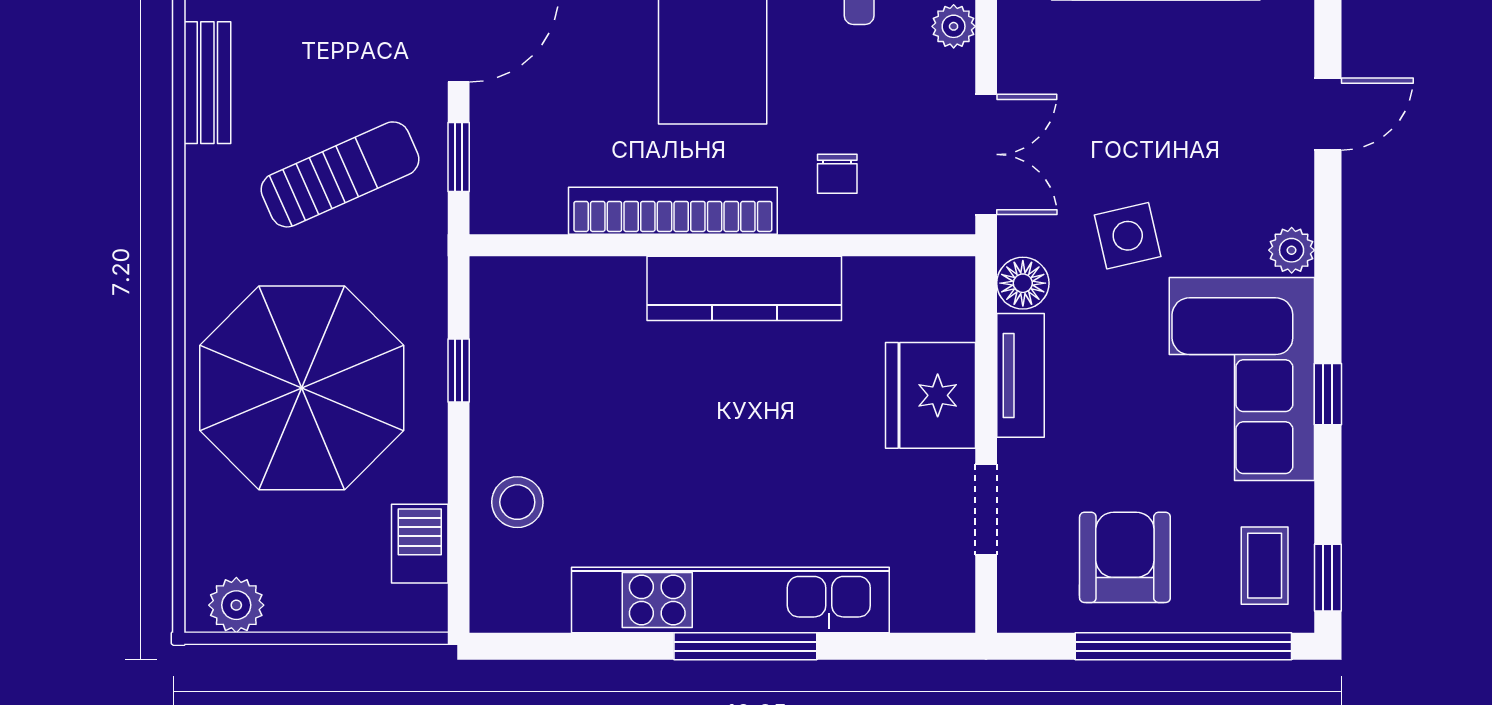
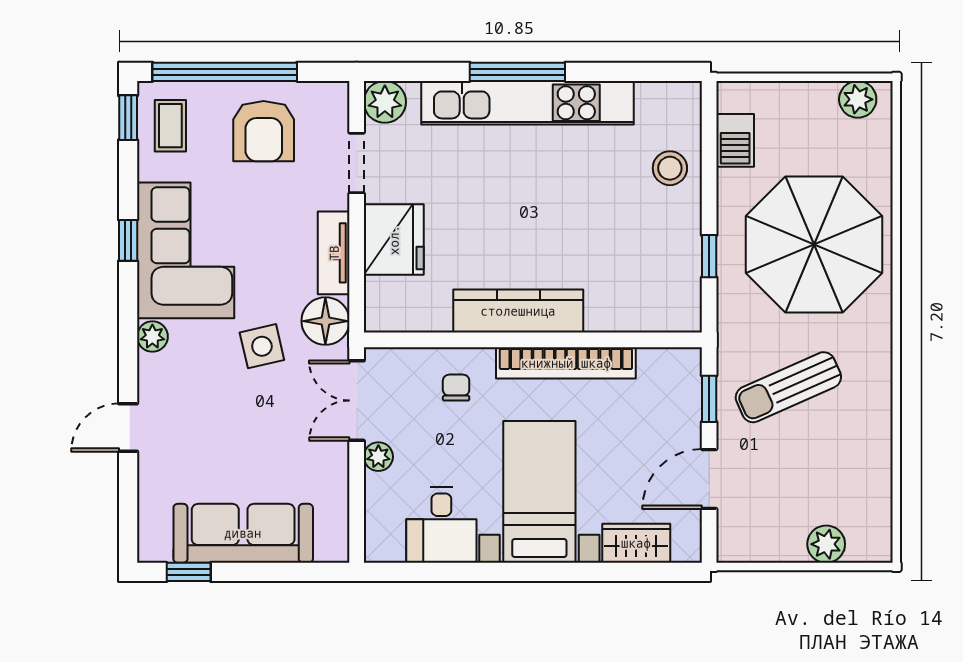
plant: (954, 26) -> (378, 457), moved
bench: (207, 83) -> (877, 449), removed
floor lamp: (1023, 283) -> (325, 321), width x1.38, depth x1.38
plant: (944, 601) -> (385, 102), added

